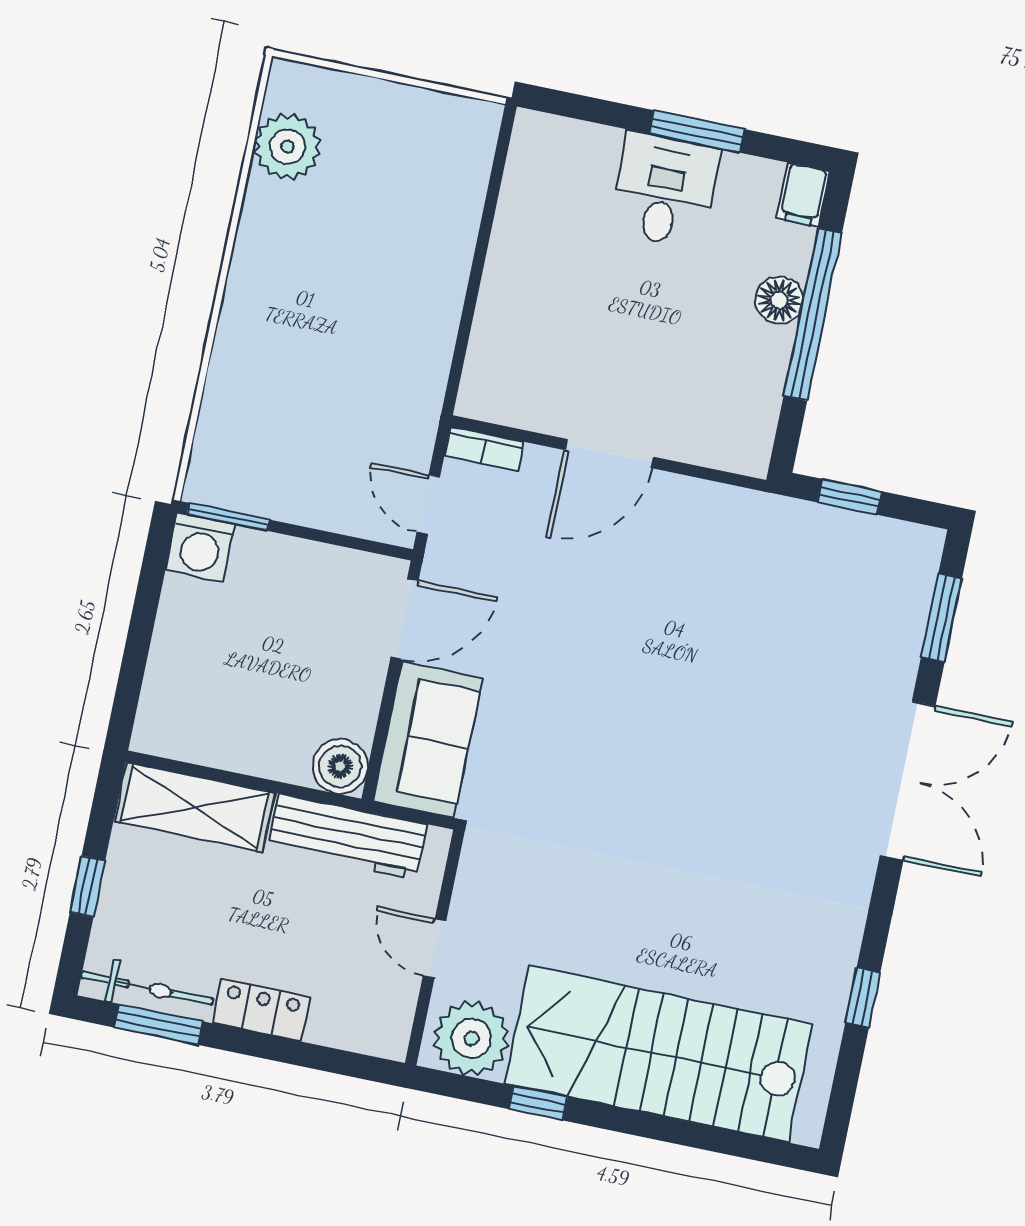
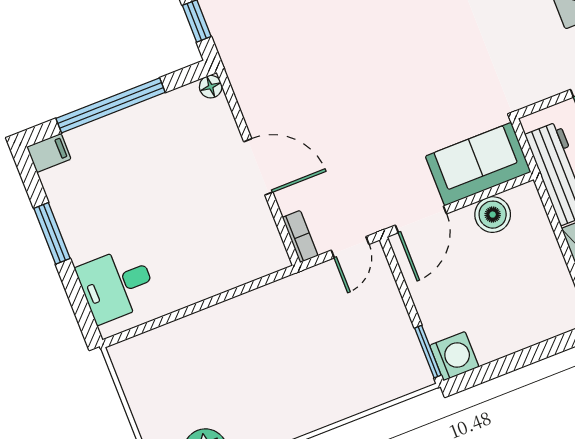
desk: (664, 190) -> (117, 285), moved
floor lamp: (779, 300) -> (211, 87), moved, width x0.73, depth x0.73
door: (405, 619) -> (421, 219), swing flipped
boiler: (340, 766) -> (493, 215), moved

